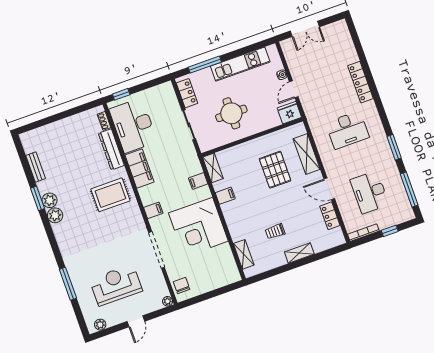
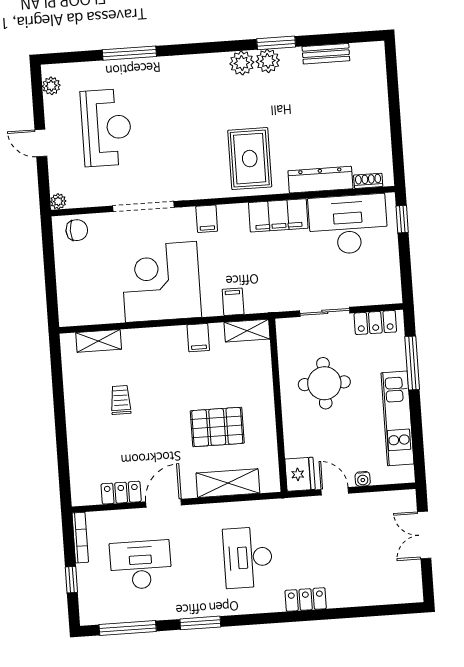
locker: (360, 82) -> (306, 600), width x0.66
shelving: (299, 253) -> (76, 429), removed

